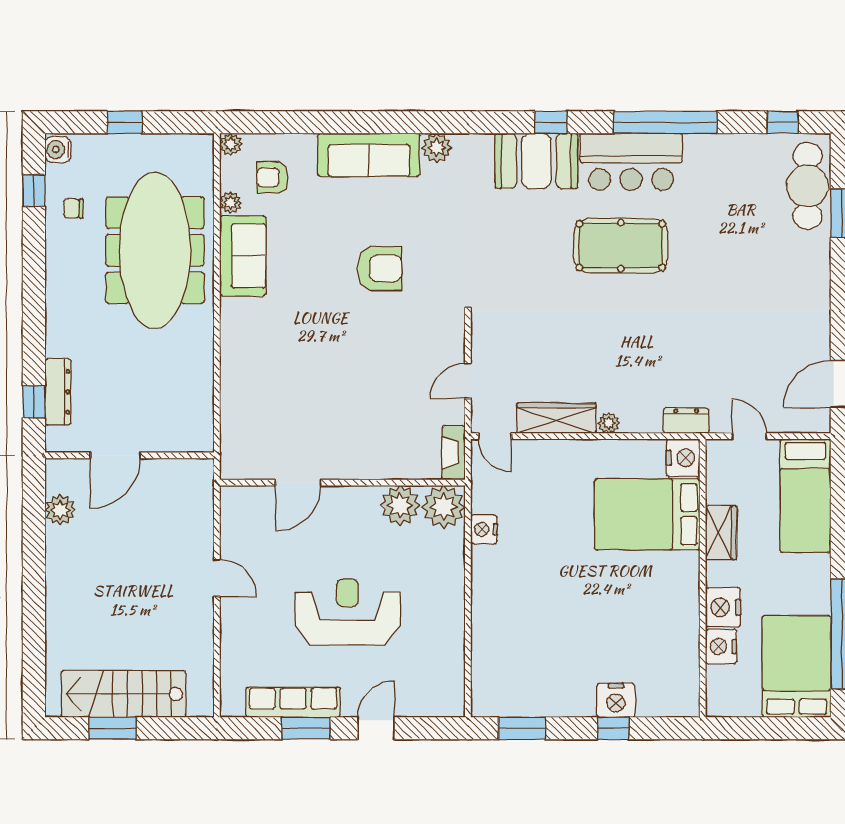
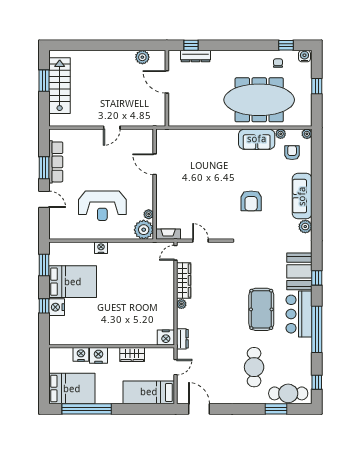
cafe table: (749, 262) -> (254, 367), added
plant: (400, 505) -> (149, 214), width x0.53, depth x0.53
bed: (647, 514) -> (73, 282), moved, turned 90
nightstand: (484, 529) -> (101, 248), moved
reception desk: (348, 612) -> (102, 206), moved, turned 90

